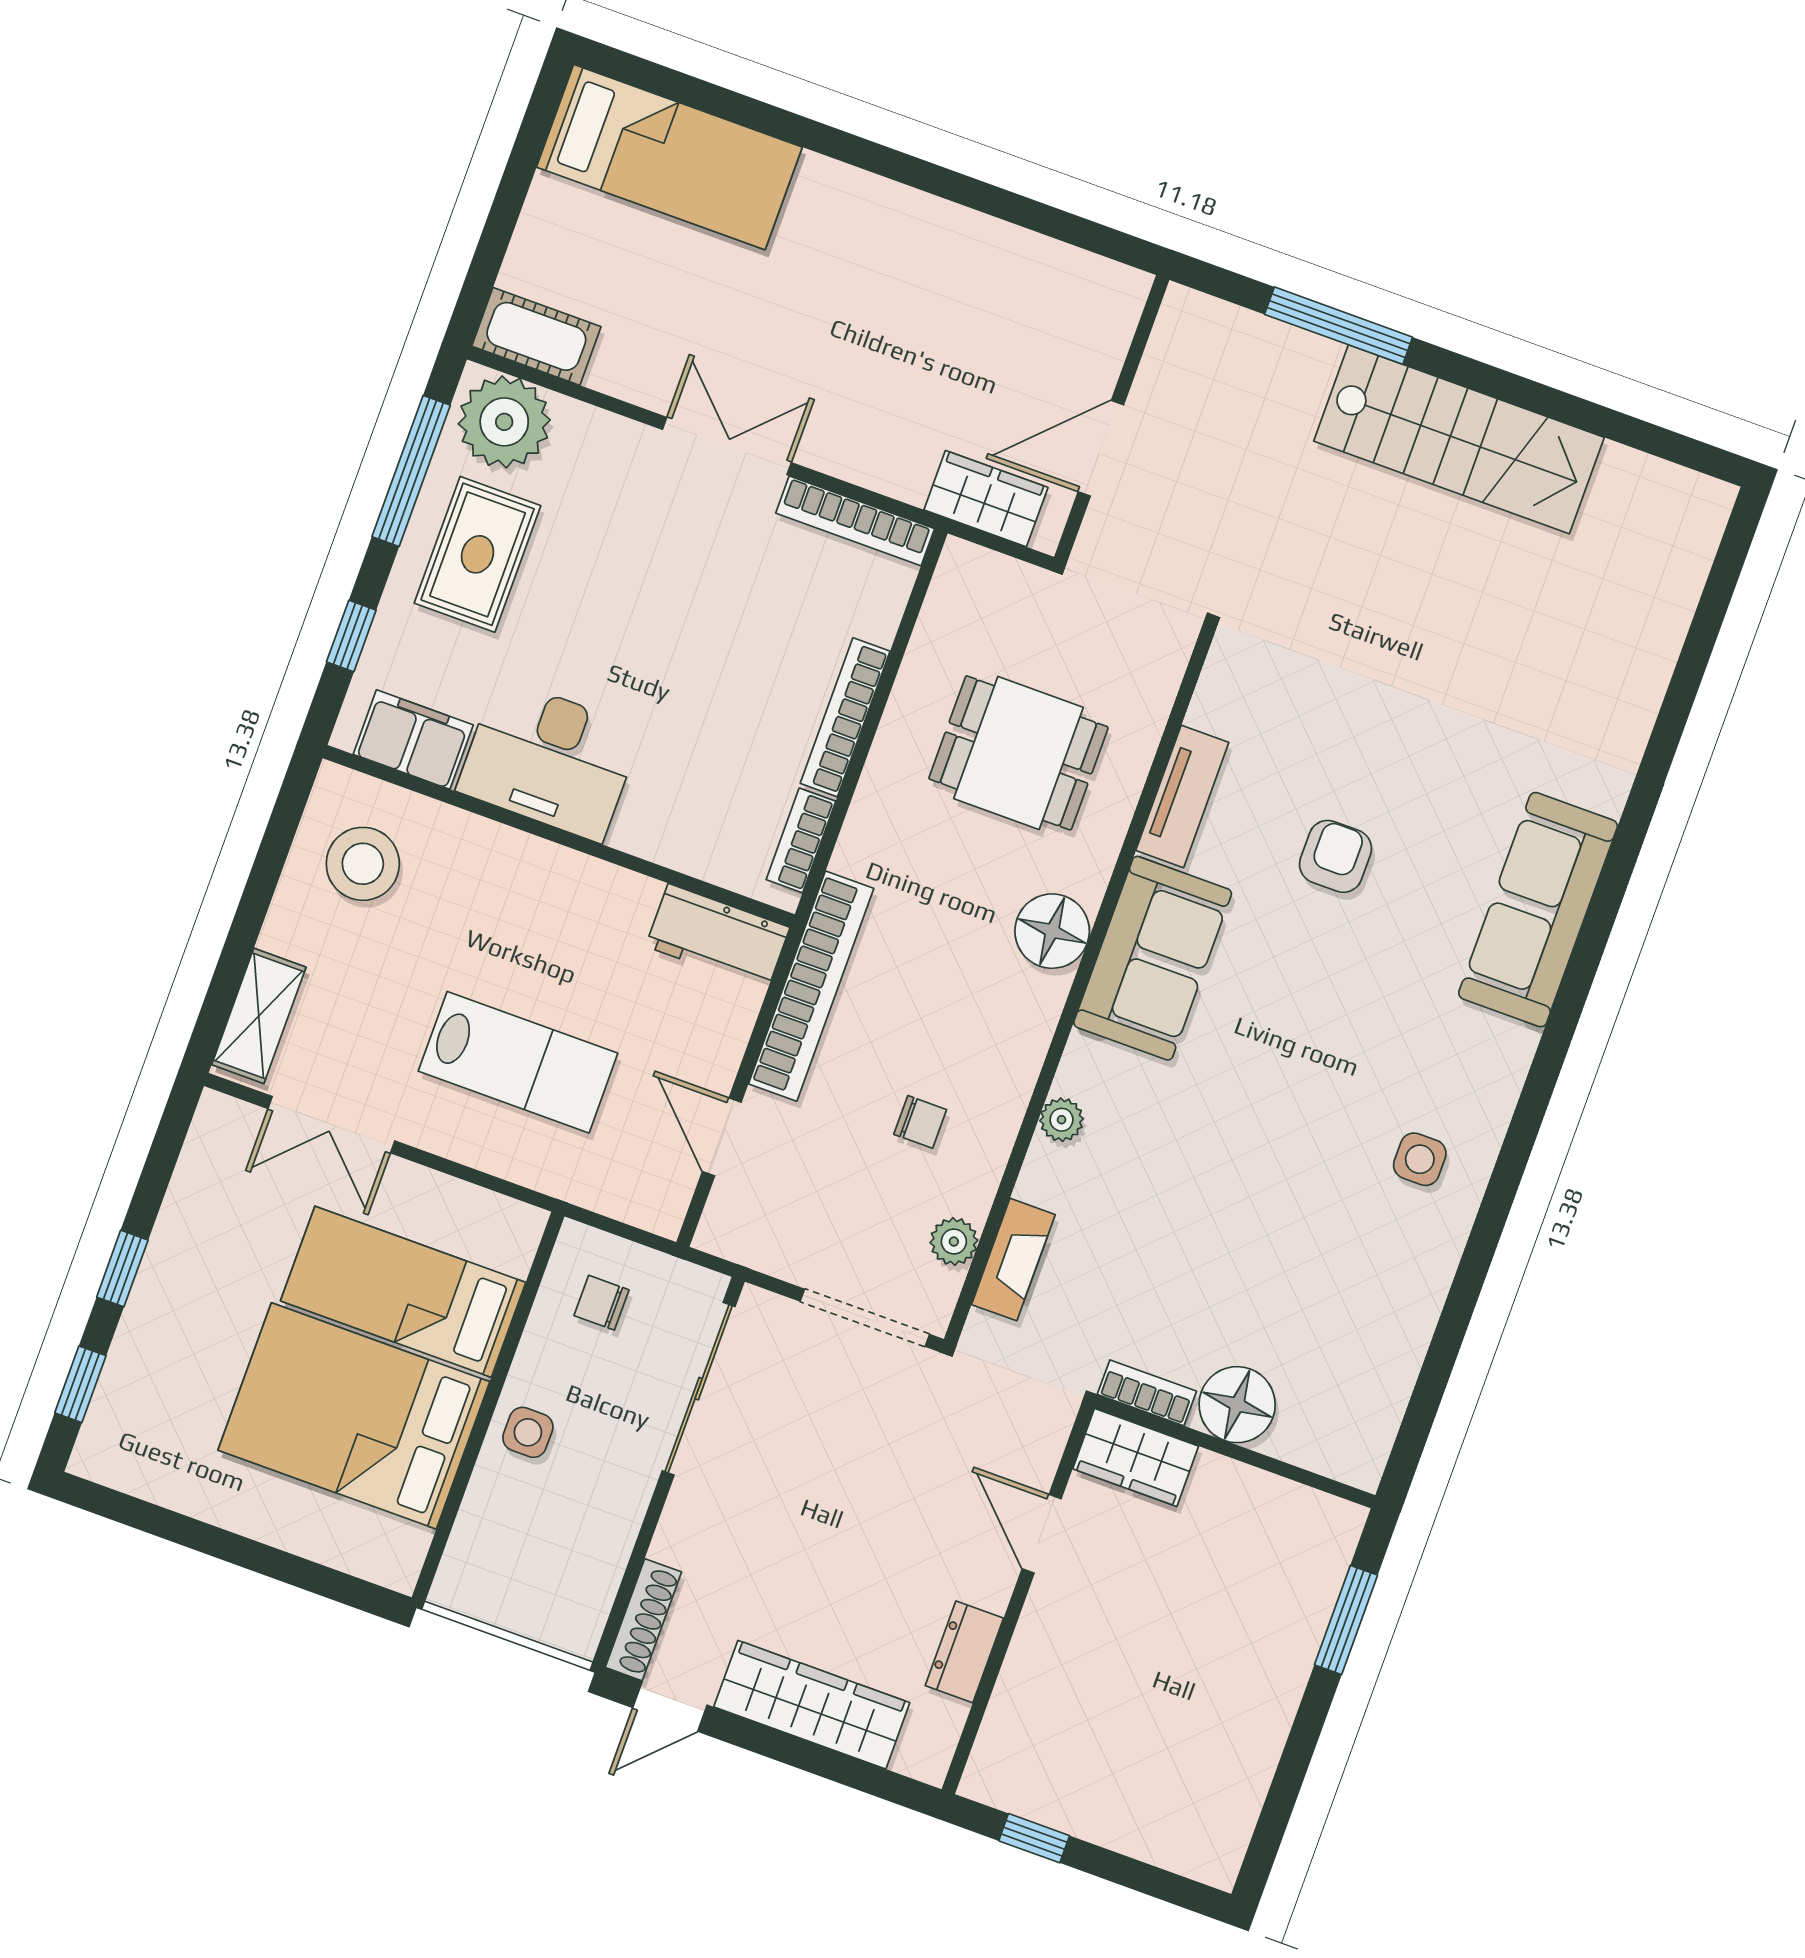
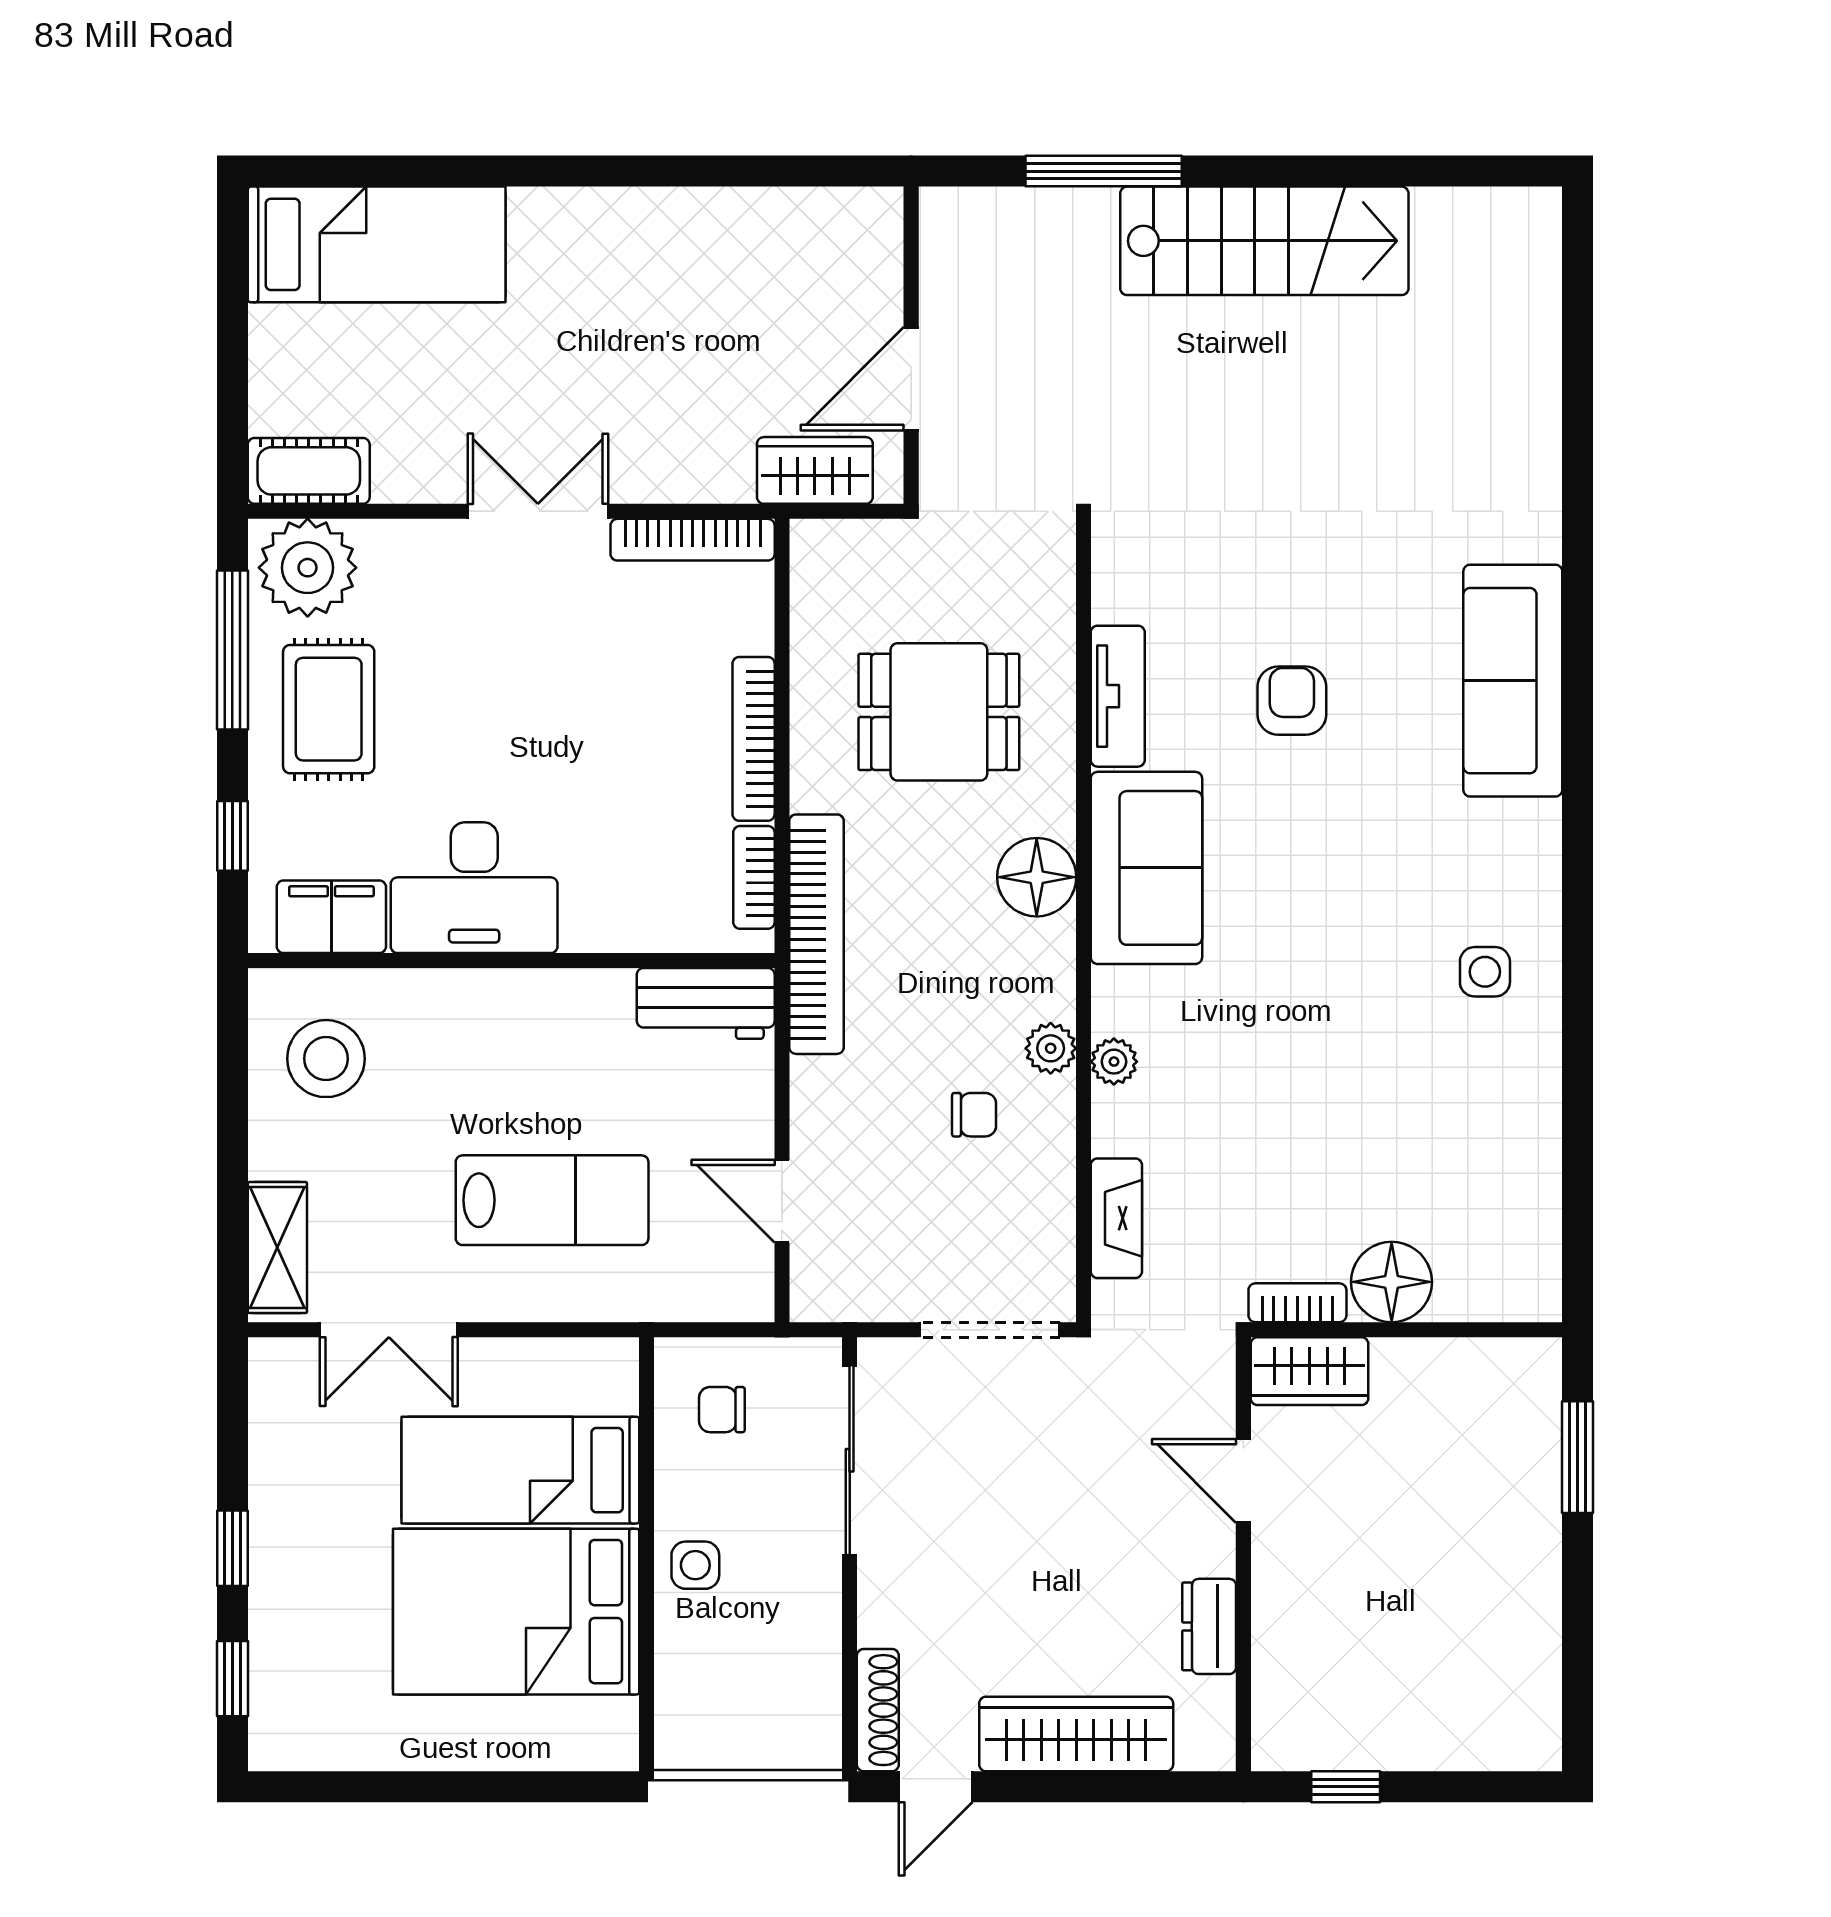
bookcase: (811, 986) -> (817, 934), moved
plant: (954, 1241) -> (1051, 1048), moved

